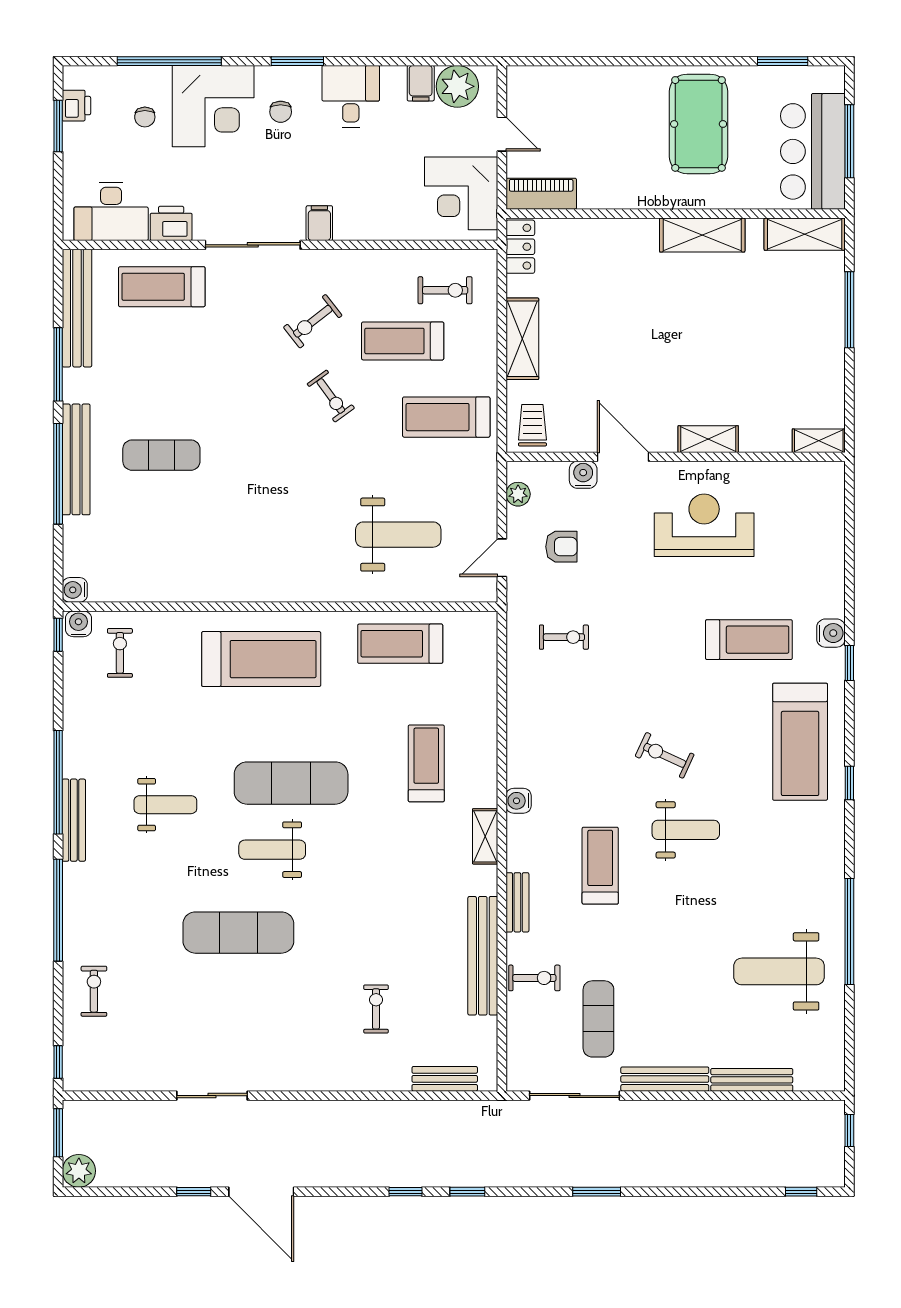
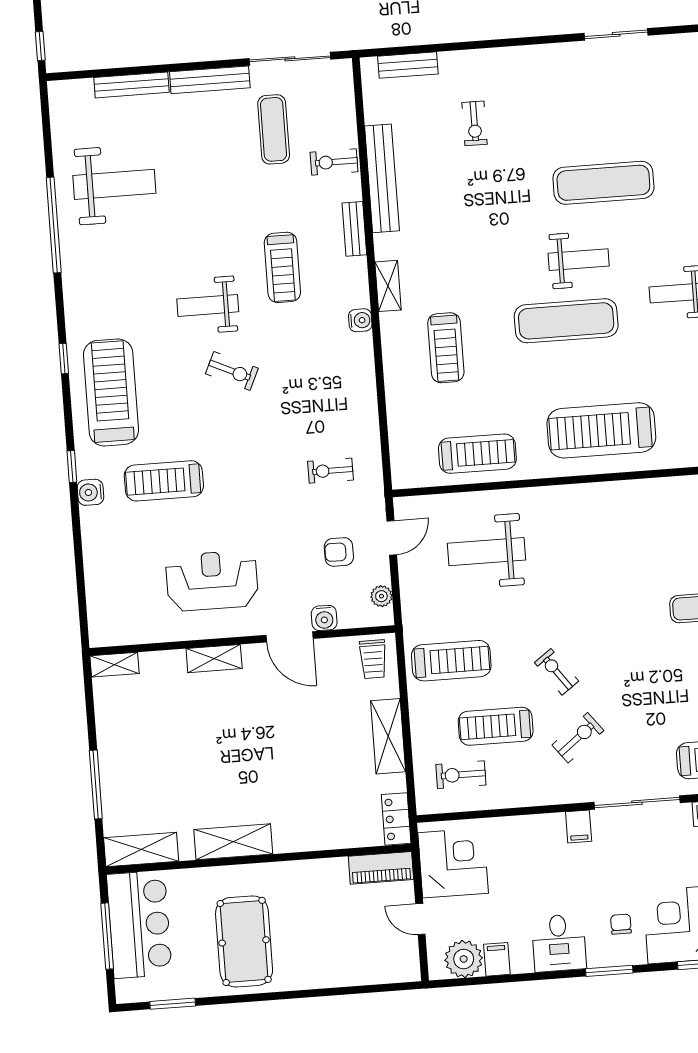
treadmill: (403, 341) -> (496, 726), turned 180
reception desk: (704, 525) -> (212, 581), turned 180

